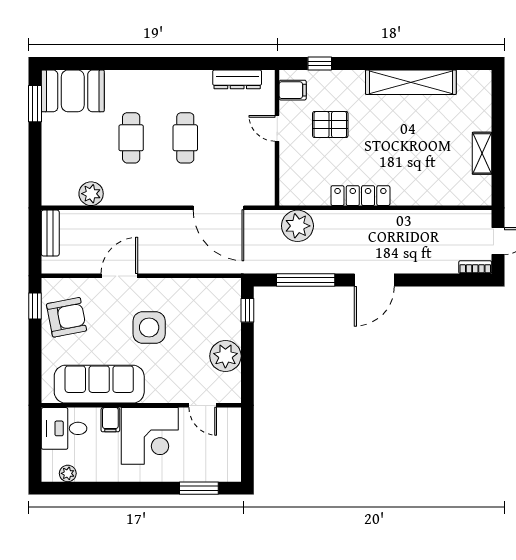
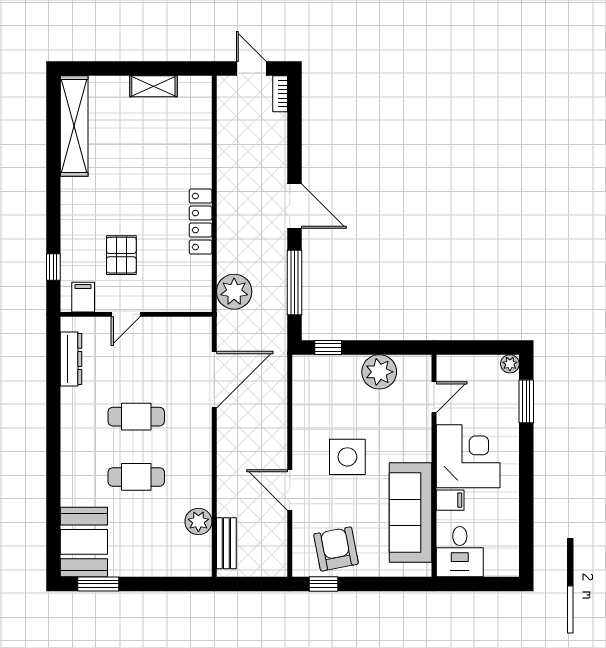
shelving: (411, 82) -> (74, 126), moved
bench: (50, 233) -> (226, 543), moved, turned 90
plant: (68, 473) -> (510, 364), moved

